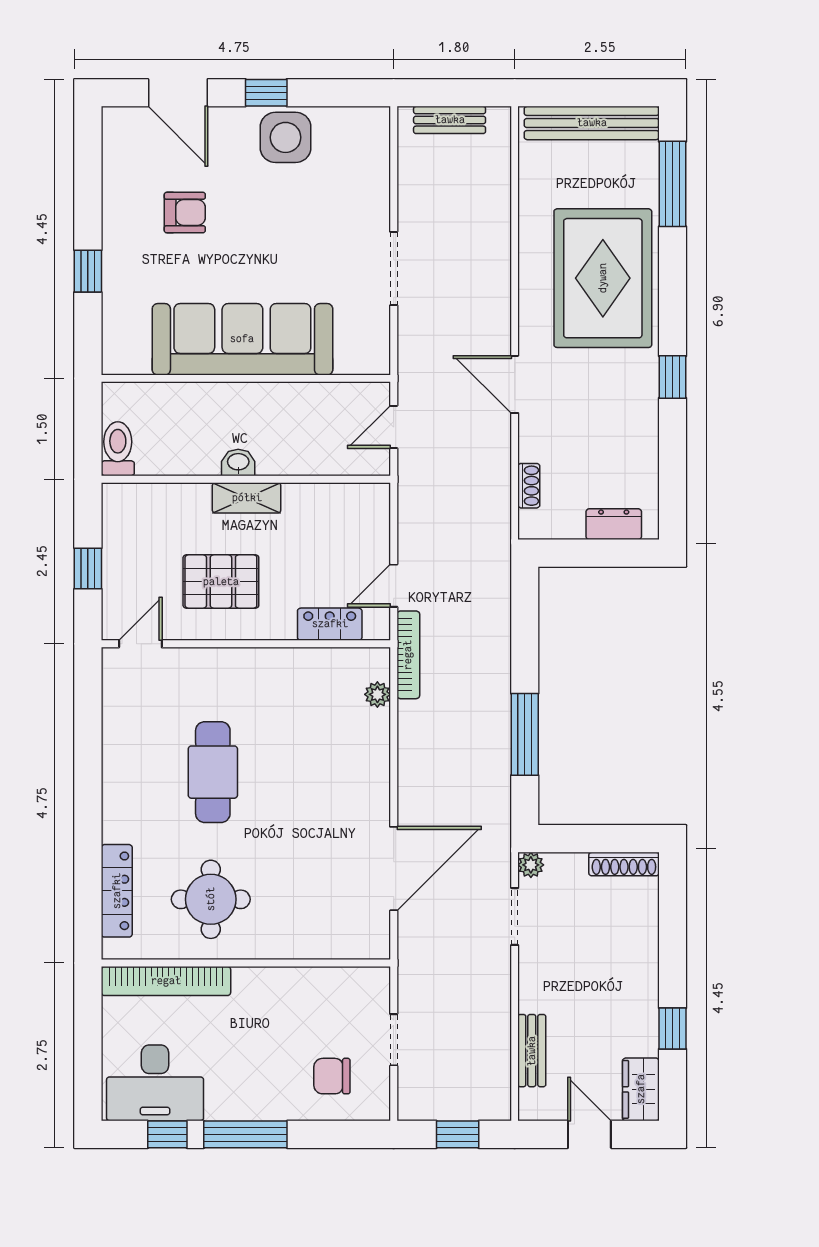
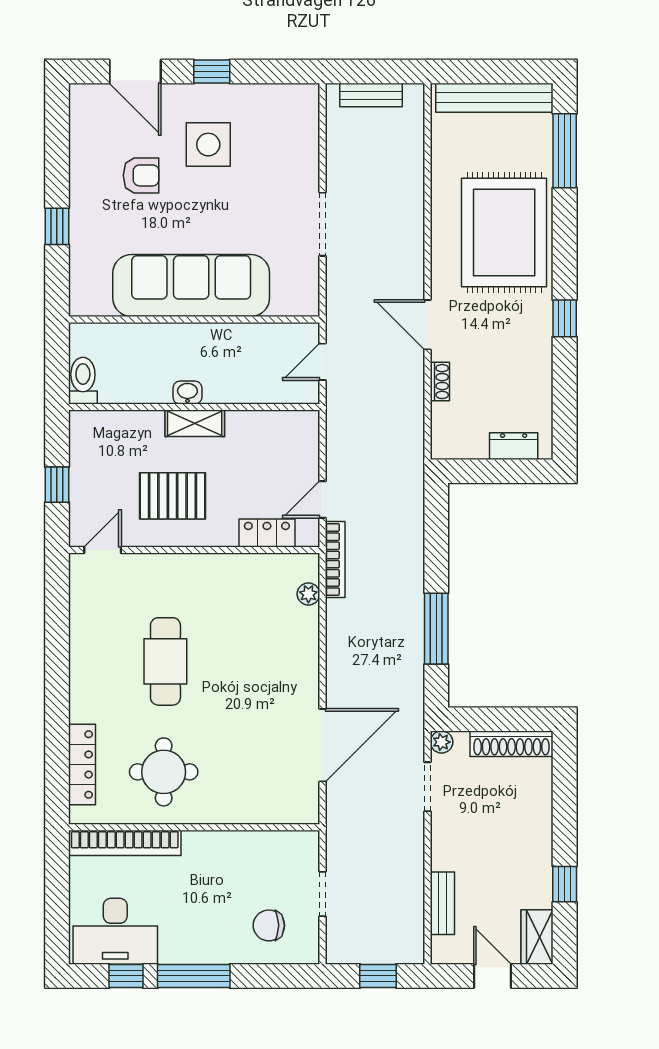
side table: (286, 137) -> (208, 145), moved
shoe rack: (529, 486) -> (440, 382), moved
shoe rack: (624, 864) -> (511, 744), width x1.36, depth x1.24

